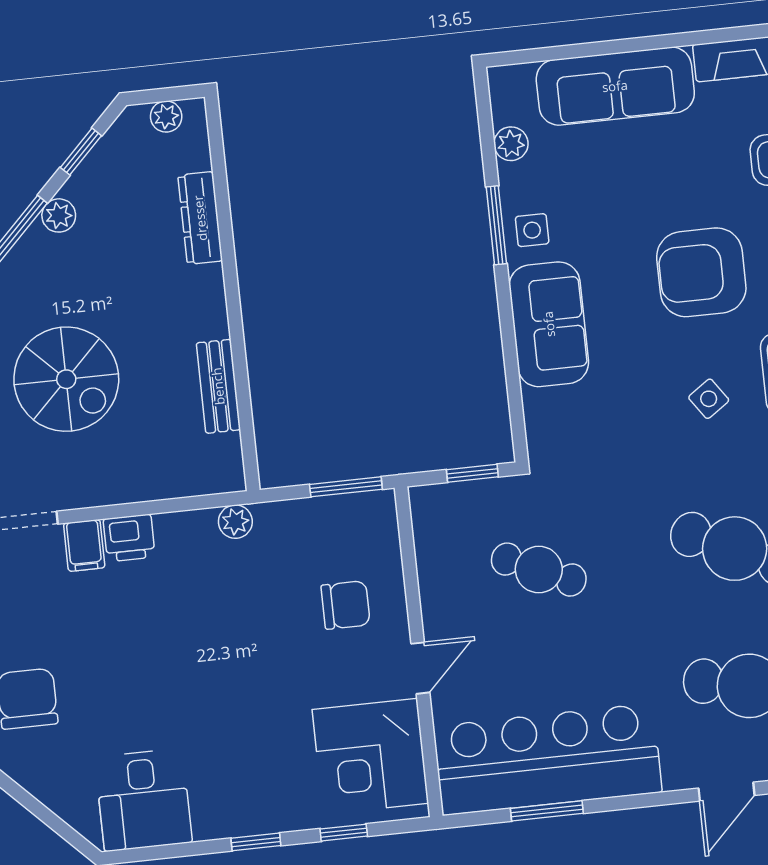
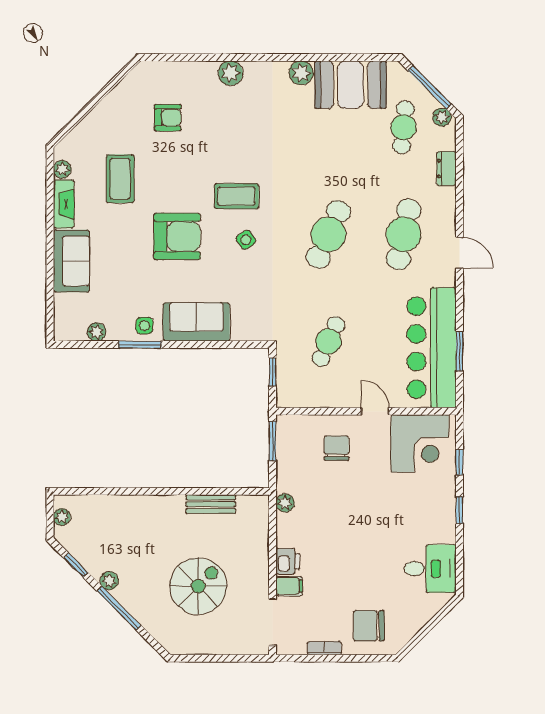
sofa: (615, 86) -> (71, 261), width x0.73
dresser: (200, 218) -> (119, 504), removed
armchair: (701, 272) -> (177, 236), turned -90

